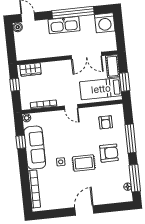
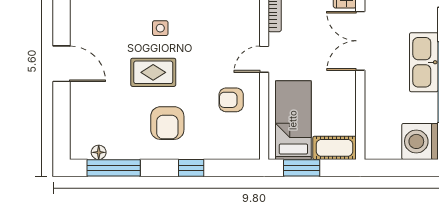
double door: (86, 56) -> (360, 41), moved
armchair: (106, 122) -> (231, 100), moved
window: (131, 138) -> (191, 168), width x0.46
rug: (84, 163) -> (153, 72), turned 90

